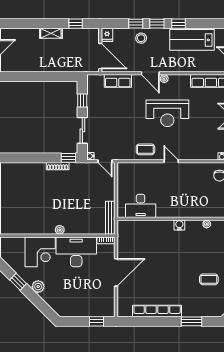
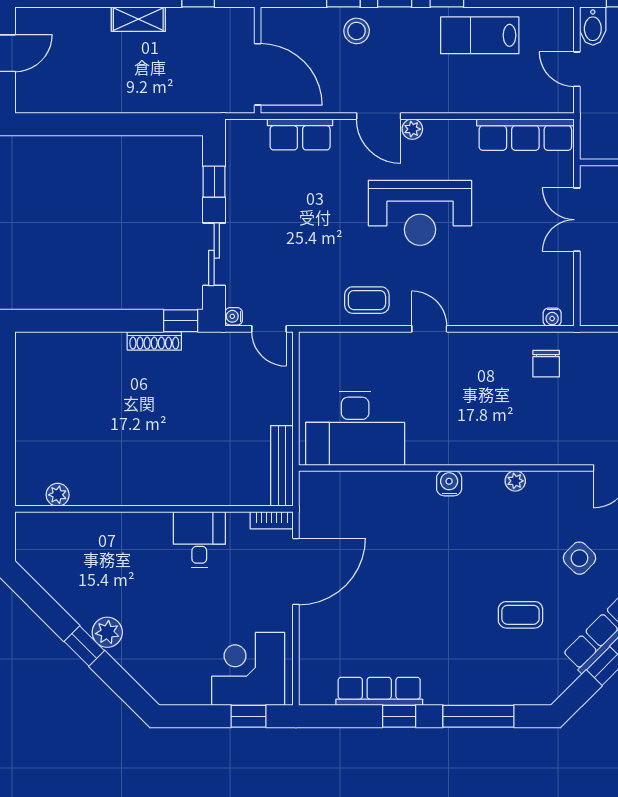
fridge: (107, 35) -> (274, 23), removed
lab bench: (192, 40) -> (480, 35), width x0.73, depth x0.72
desk: (141, 206) -> (355, 428), width x1.36, depth x1.30
plant: (60, 230) -> (58, 495), moved
corner desk: (40, 252) -> (248, 669), moved, turned 180
desk: (76, 252) -> (199, 540), width x0.53, depth x0.77
door: (116, 272) -> (296, 571), moved
window: (18, 282) -> (84, 646), moved
row of seats: (157, 311) -> (379, 691), width x0.73
window: (159, 321) -> (399, 716), added
window: (191, 321) -> (478, 716), width x1.44

